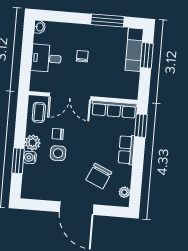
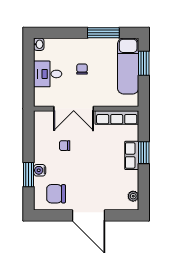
exam couch: (134, 50) -> (128, 66), width x1.36, depth x1.45
coffee table: (39, 112) -> (45, 126), removed
window: (141, 126) -> (144, 153), moved
plant: (33, 143) -> (41, 156), removed
side table: (58, 153) -> (66, 164), removed
chair: (99, 176) -> (56, 194), moved, turned 66

